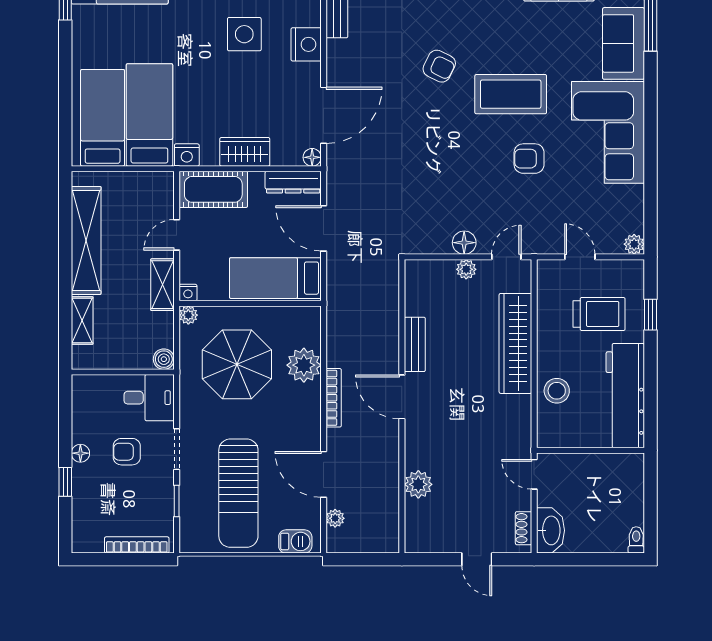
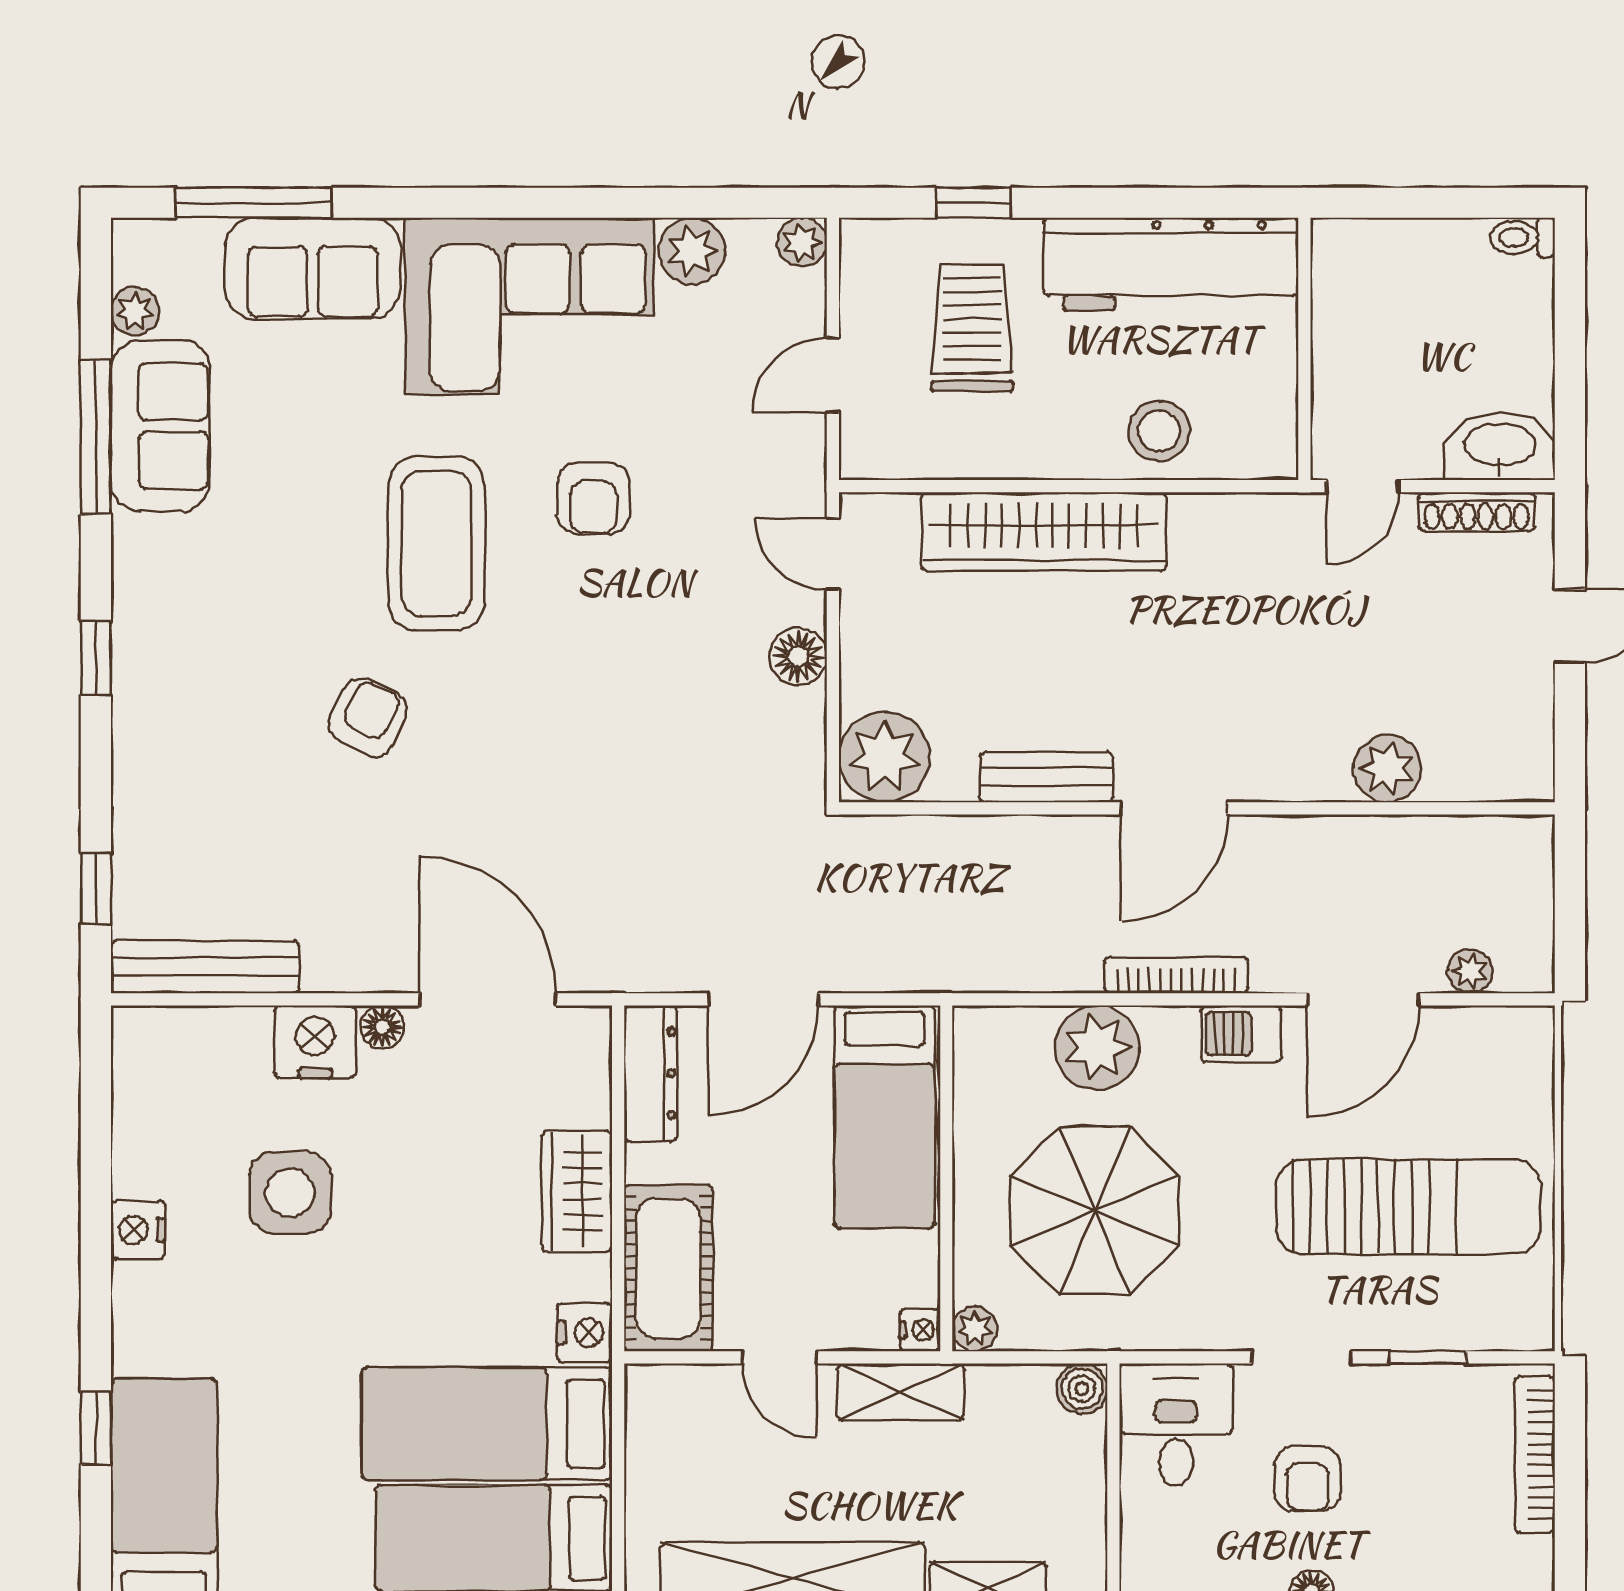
floor lamp: (312, 157) -> (382, 1027), moved
plant: (631, 199) -> (692, 251), added
plant: (466, 269) -> (884, 757), moved, width x1.87, depth x1.87
shoe rack: (524, 528) -> (1477, 512), width x1.43
barbecue: (295, 541) -> (1241, 1034), moved, turned -90

